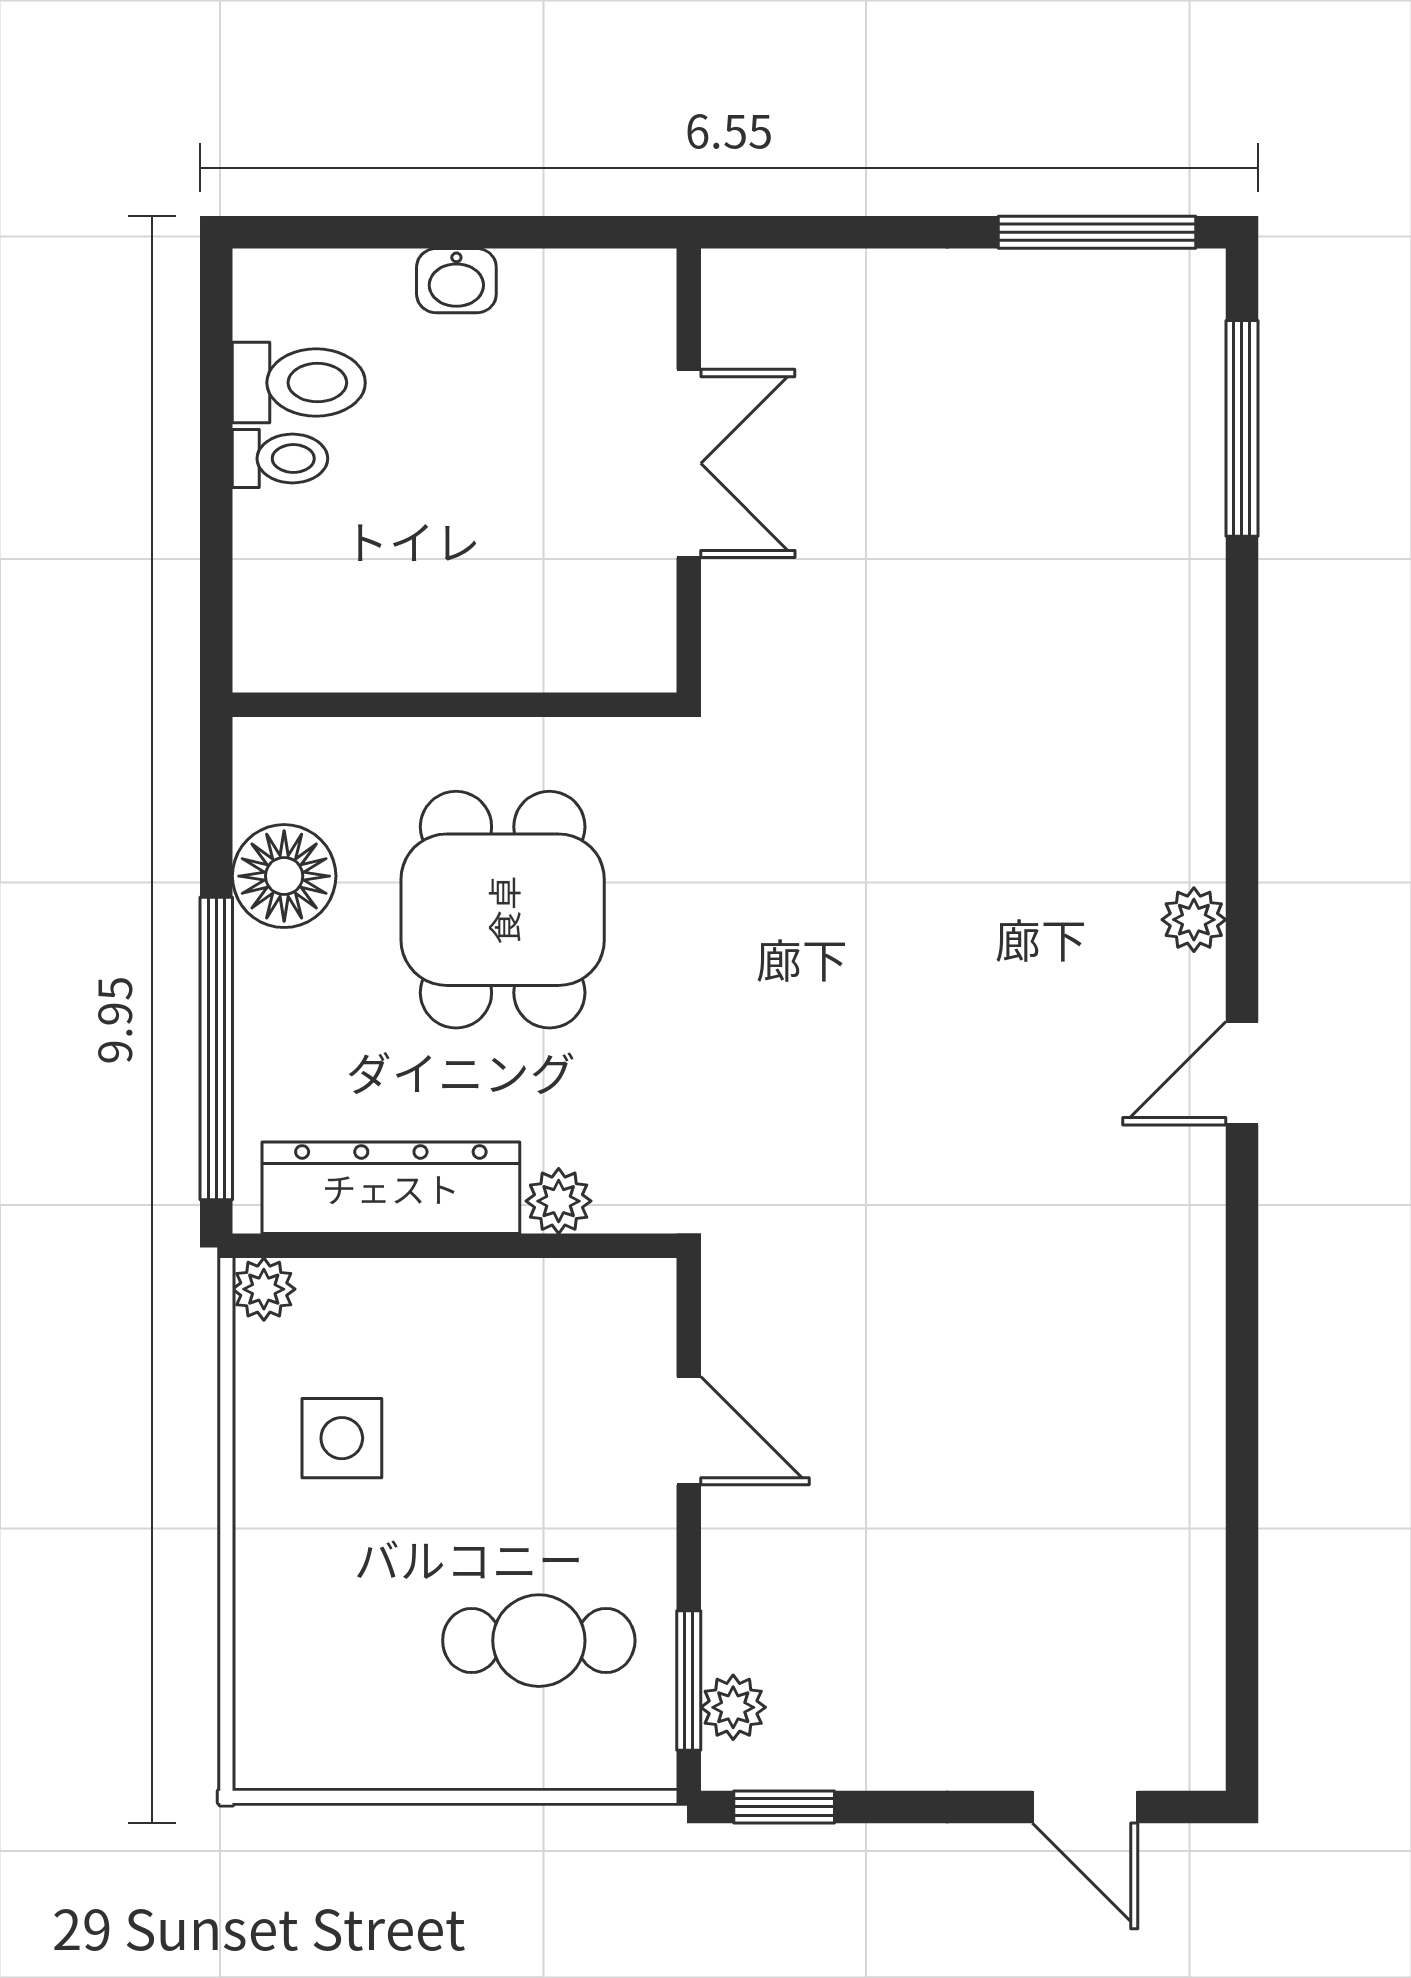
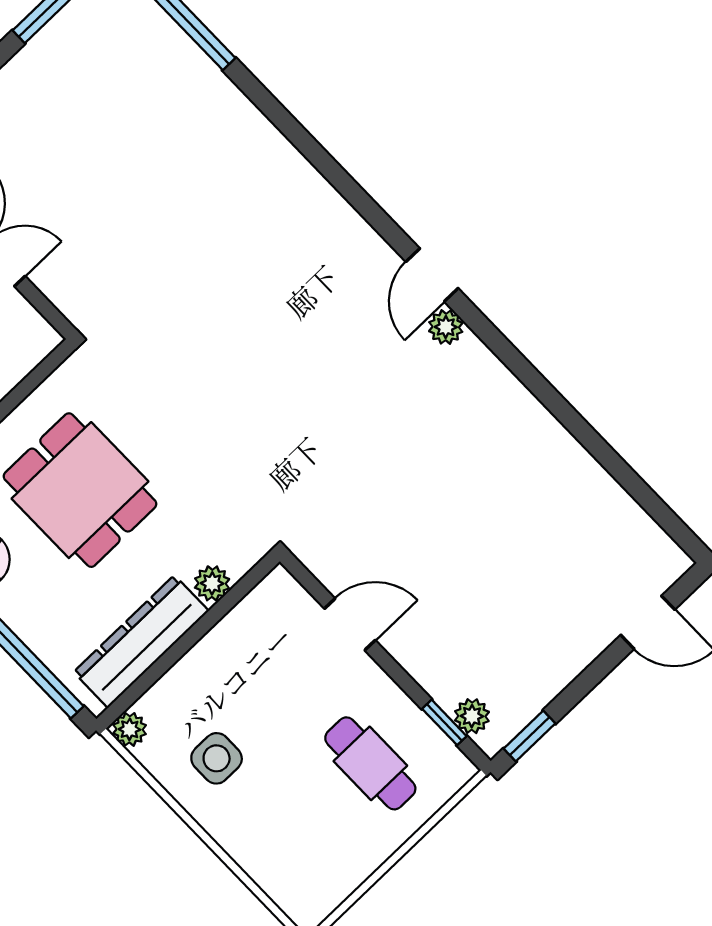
plant: (1194, 920) -> (446, 327), moved
cafe table: (539, 1641) -> (370, 763), turned 90
window: (689, 1681) -> (444, 722), width x0.67

